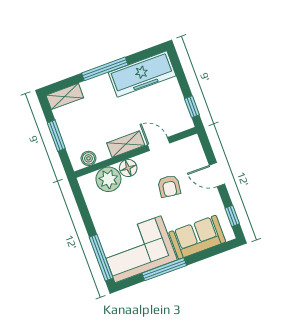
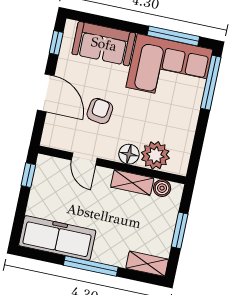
shelving: (126, 144) -> (132, 183), moved
door: (217, 175) -> (46, 93), width x1.38
window: (164, 269) -> (173, 36), moved

